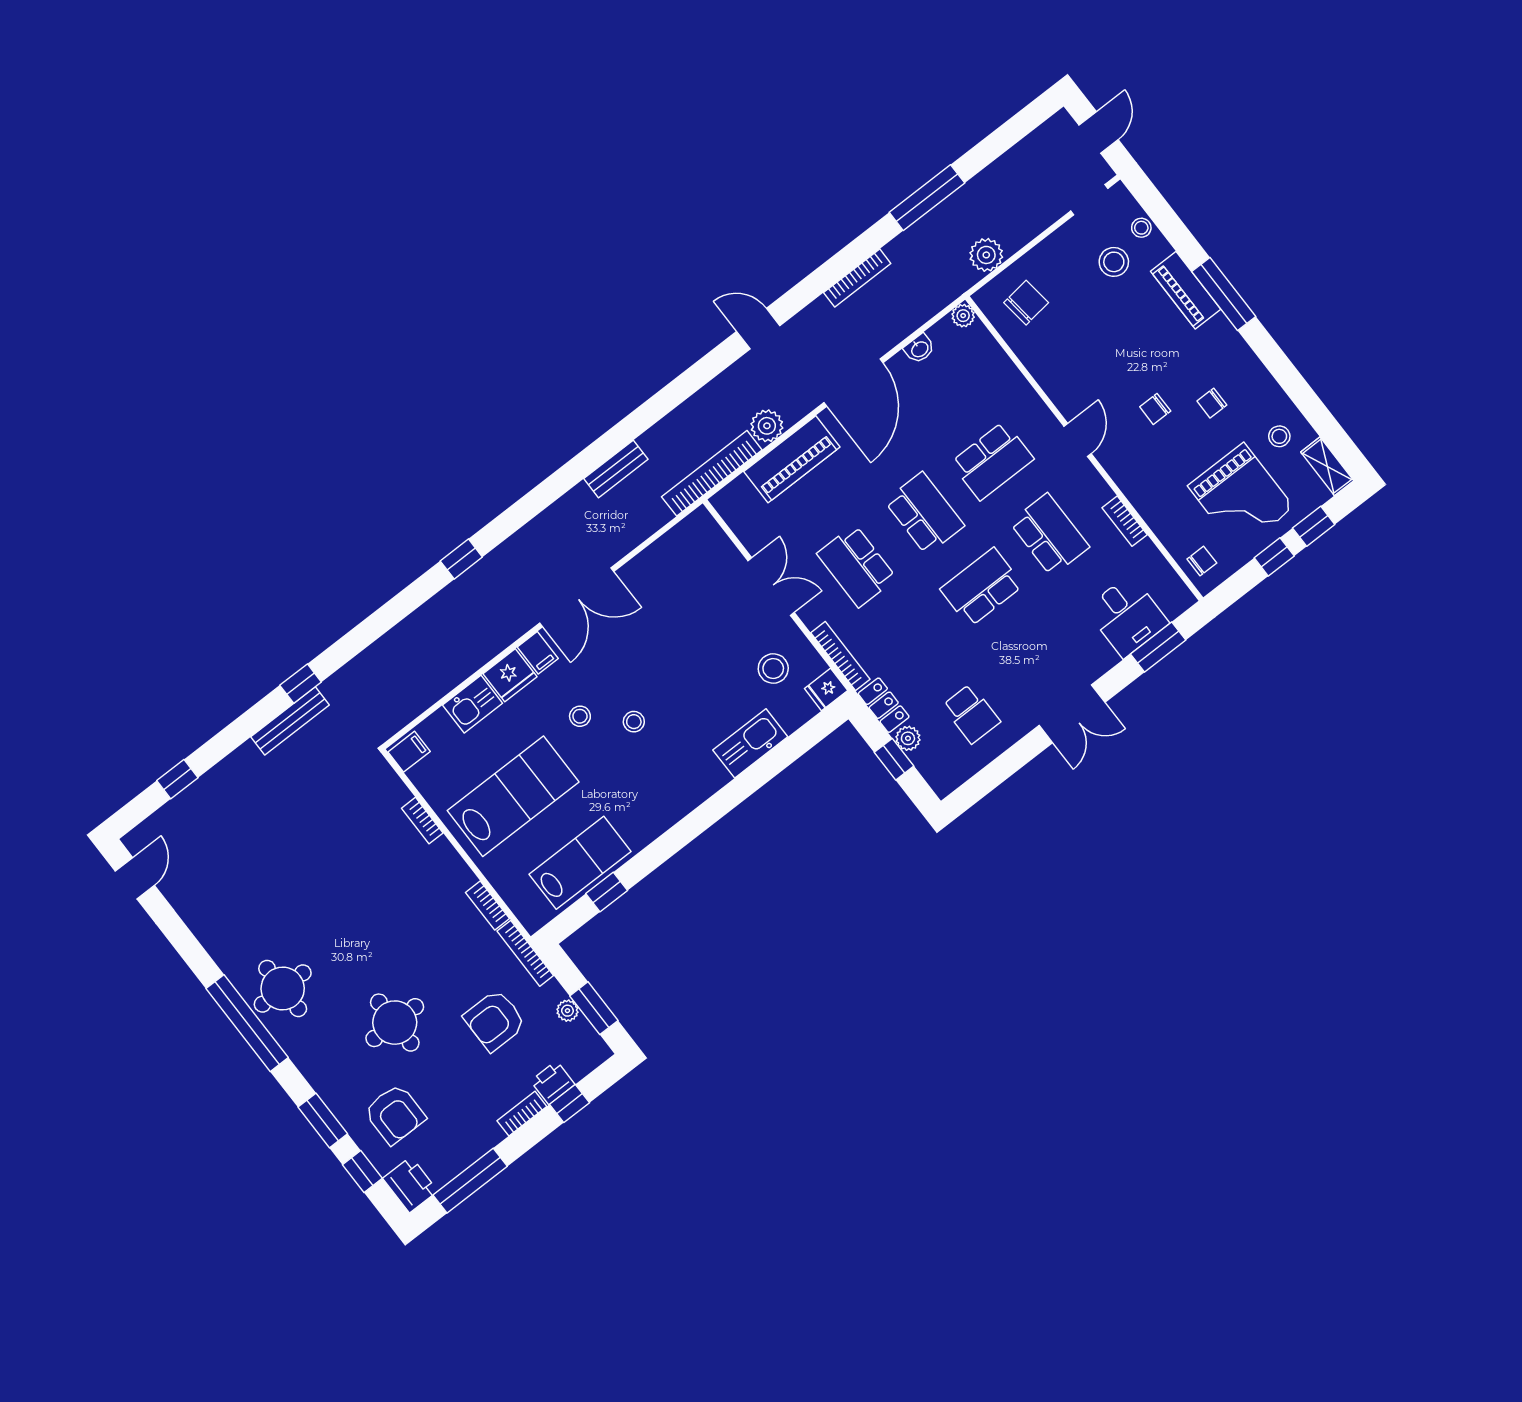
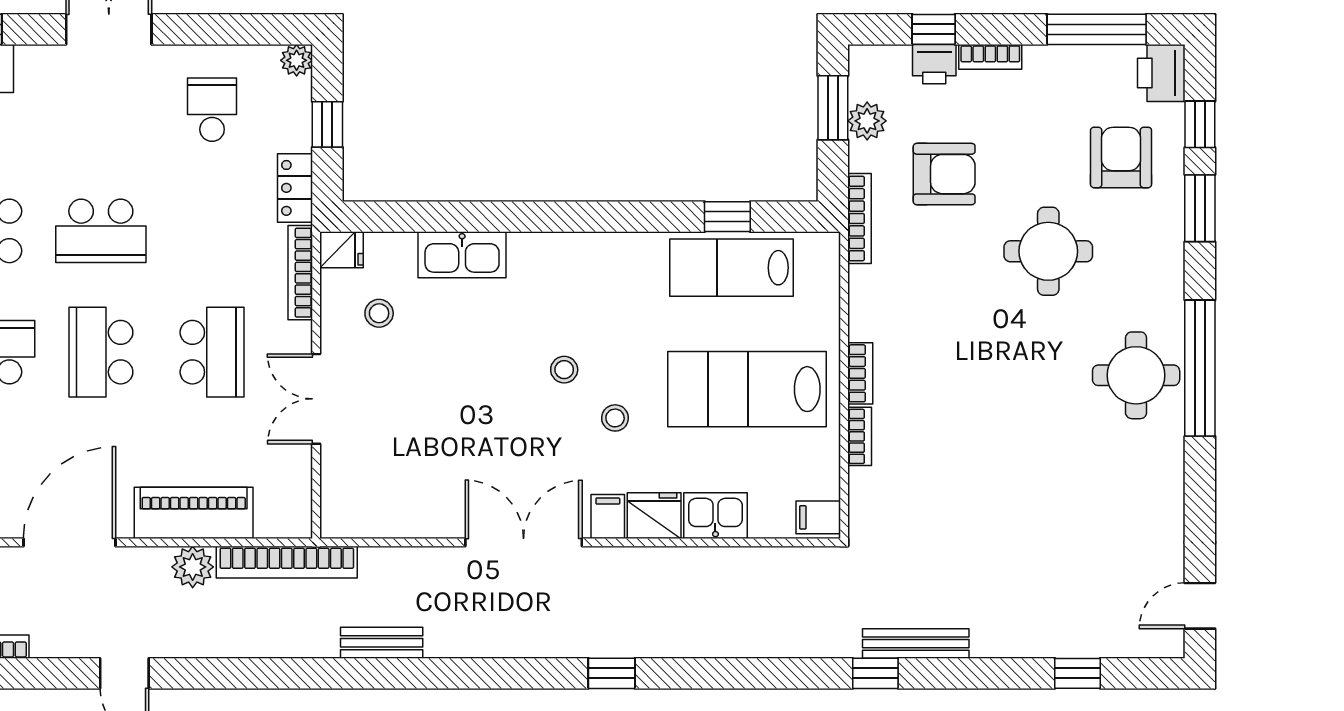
stool: (773, 669) -> (379, 313), width x0.73, depth x0.73
plant: (908, 738) -> (297, 60), moved
bookcase: (487, 905) -> (860, 373), moved
plant: (567, 1011) -> (867, 121), width x1.38, depth x1.38

